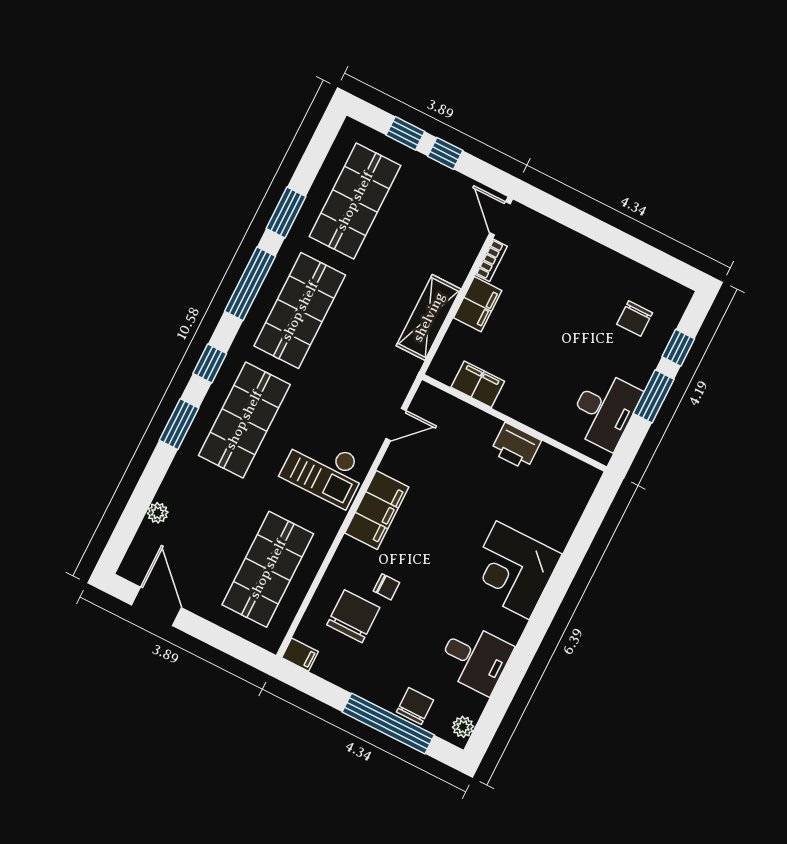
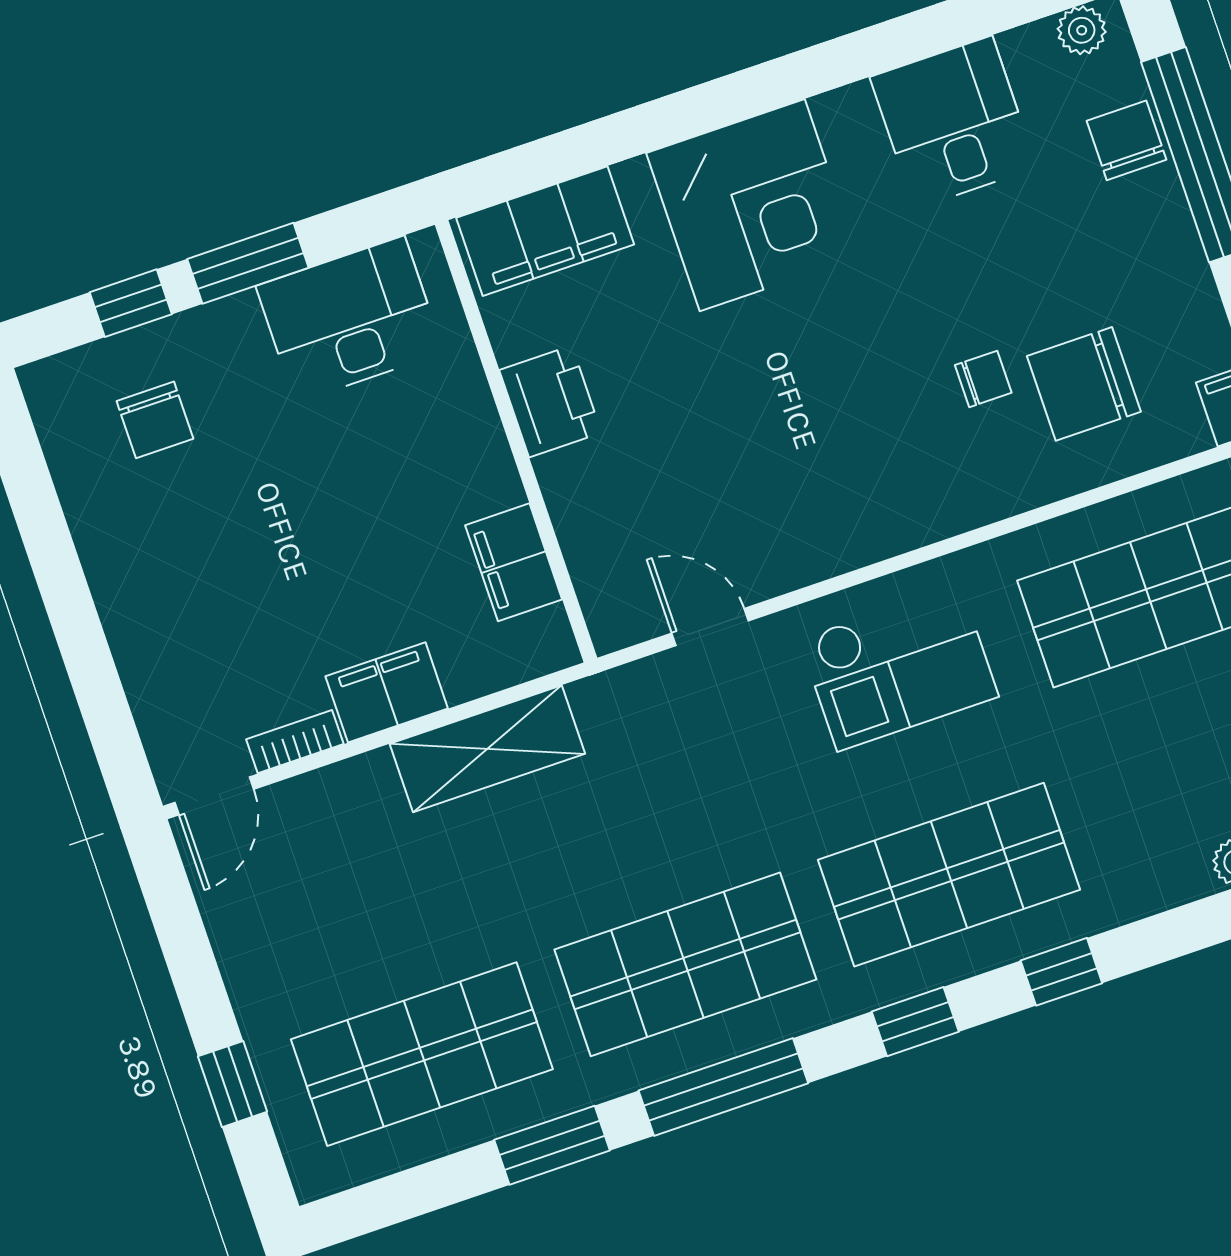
window: (445, 153) -> (200, 988), removed
chair: (635, 318) -> (155, 420), turned 90
window: (179, 424) -> (1061, 972), width x0.67
checkout: (324, 470) -> (899, 668), turned 90
filing cabinet: (377, 510) -> (545, 231), moved, turned 180
chair: (386, 587) -> (983, 379), turned 90
chair: (415, 706) -> (1127, 140), turned 90

